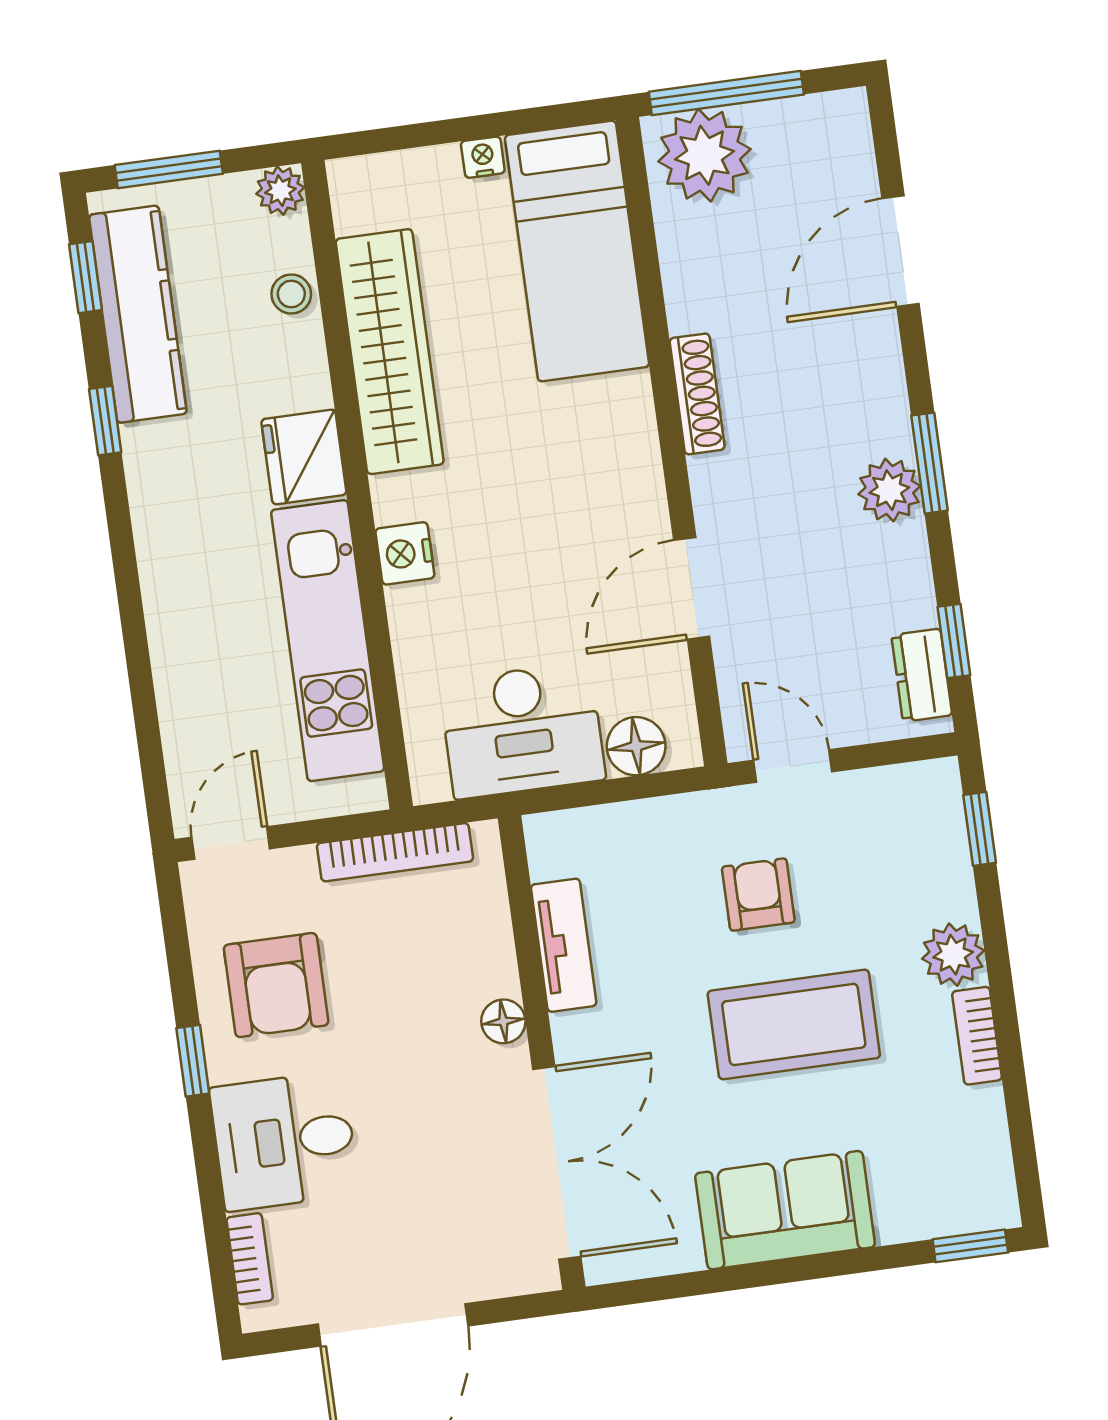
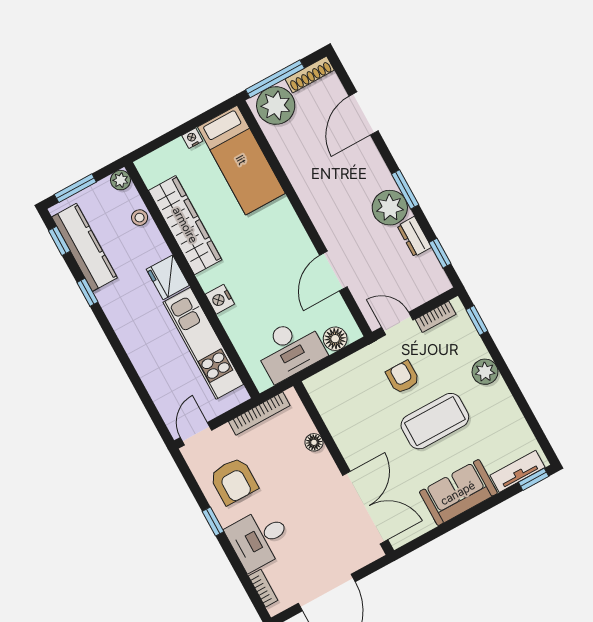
shoe rack: (697, 394) -> (310, 75), moved, turned 90
plant: (889, 490) -> (390, 208), width x1.36, depth x1.36
dresser: (922, 675) -> (414, 237), moved
tv unit: (564, 945) -> (518, 471), moved, turned -90
floor lamp: (503, 1021) -> (314, 442), moved
bookcase: (977, 1036) -> (436, 317), moved, turned -90

